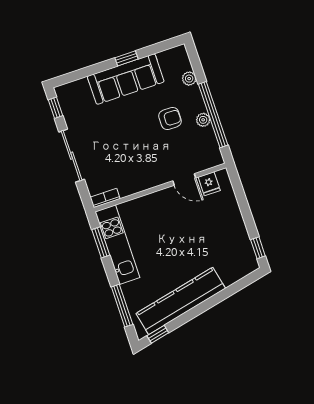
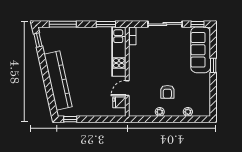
window: (126, 58) -> (213, 65), moved
sofa: (126, 79) -> (201, 50), moved
window: (213, 115) -> (161, 119), removed
kitchen unit: (117, 245) -> (119, 52), moved, turned 90
kitchen counter: (181, 301) -> (58, 81), moved

